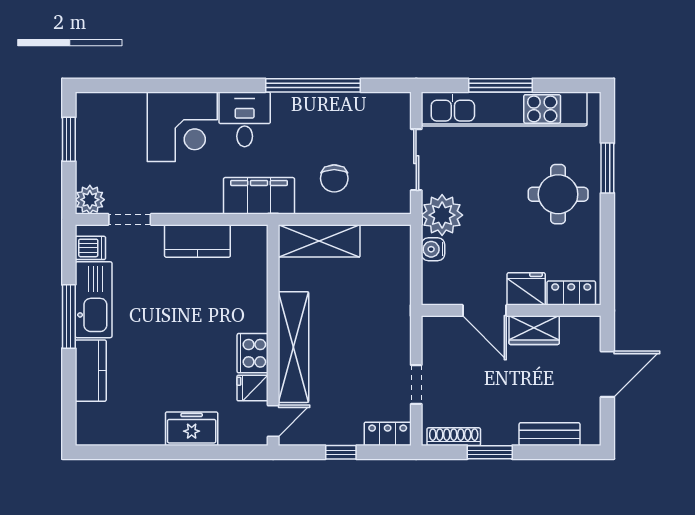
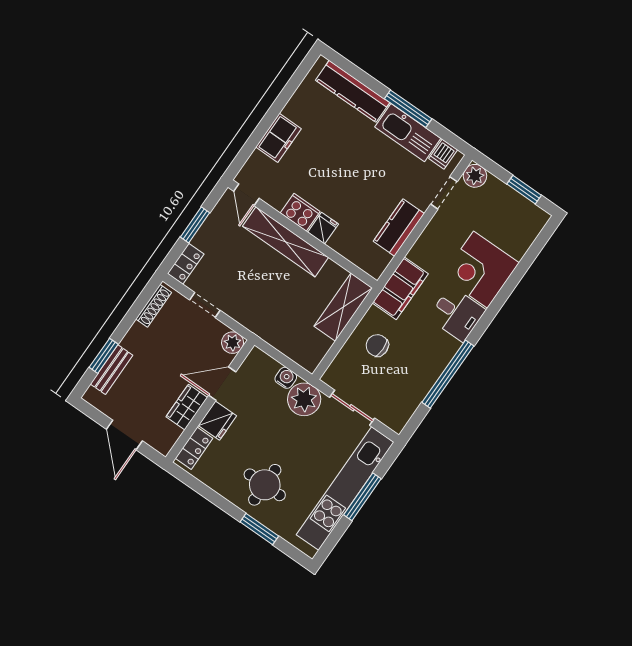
plant: (435, 329) -> (233, 343), added
kitchen counter: (91, 371) -> (353, 91), width x1.50
fridge: (252, 388) -> (323, 228), moved
window: (341, 452) -> (195, 225), width x1.50
window: (490, 452) -> (104, 356), moved

